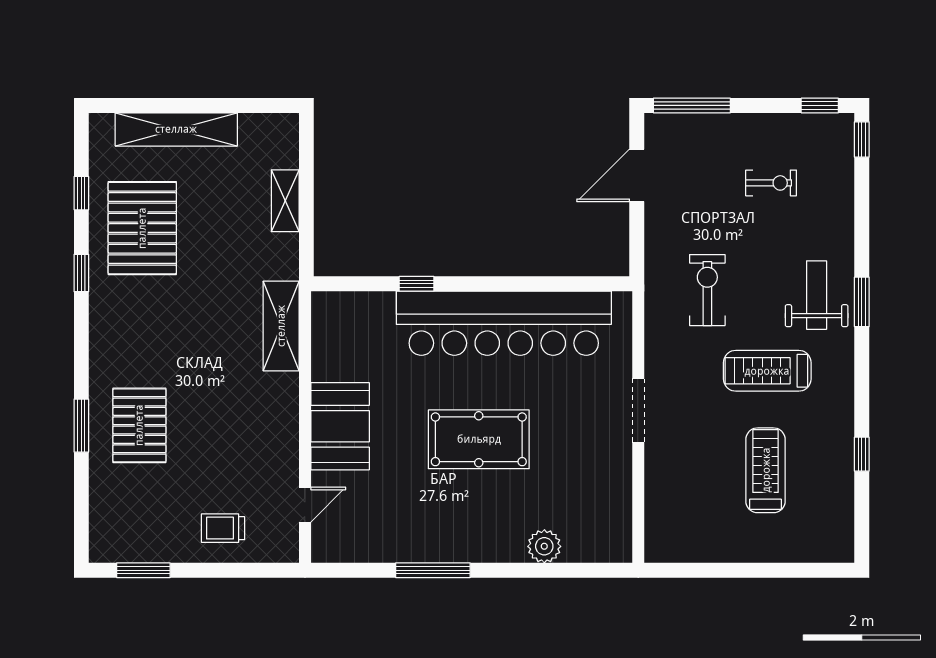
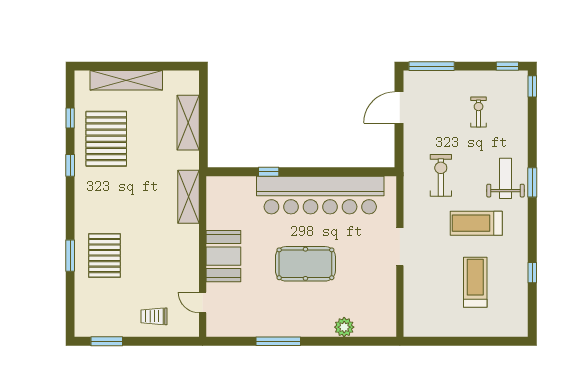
exercise bike: (771, 183) -> (479, 112), turned -90
shelving: (285, 201) -> (188, 123), width x1.50, depth x1.33
door: (305, 505) -> (203, 302), swing flipped

